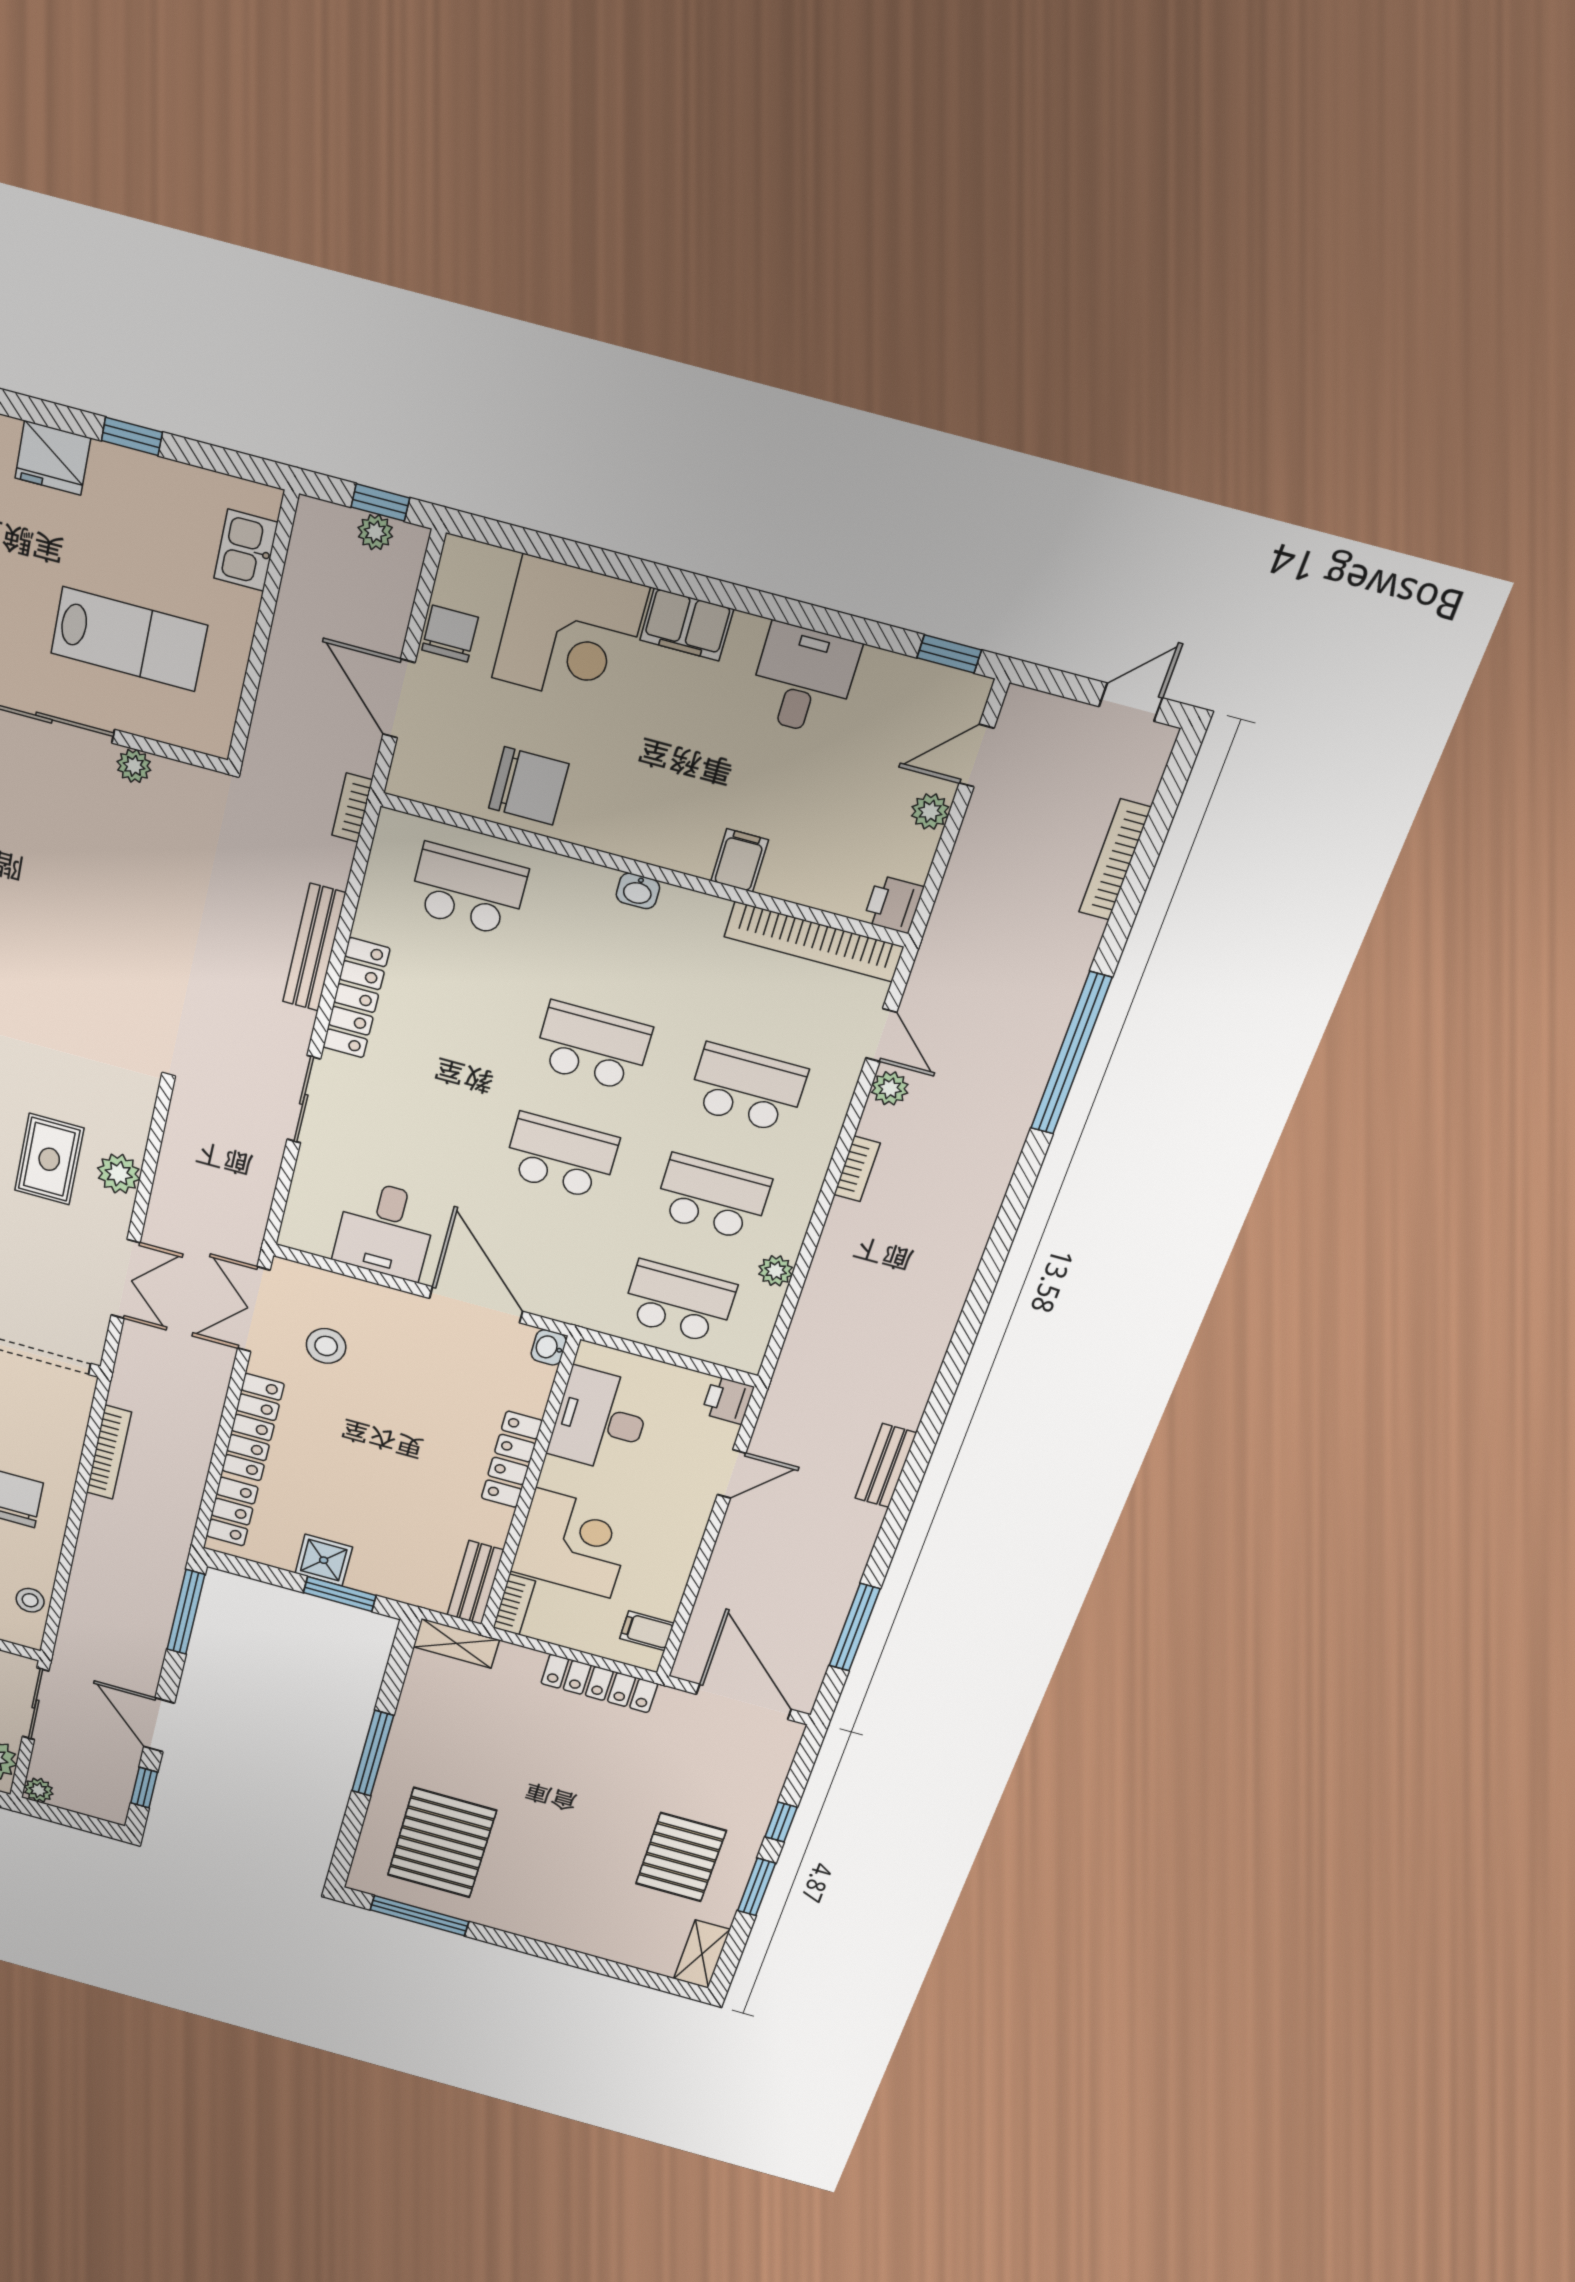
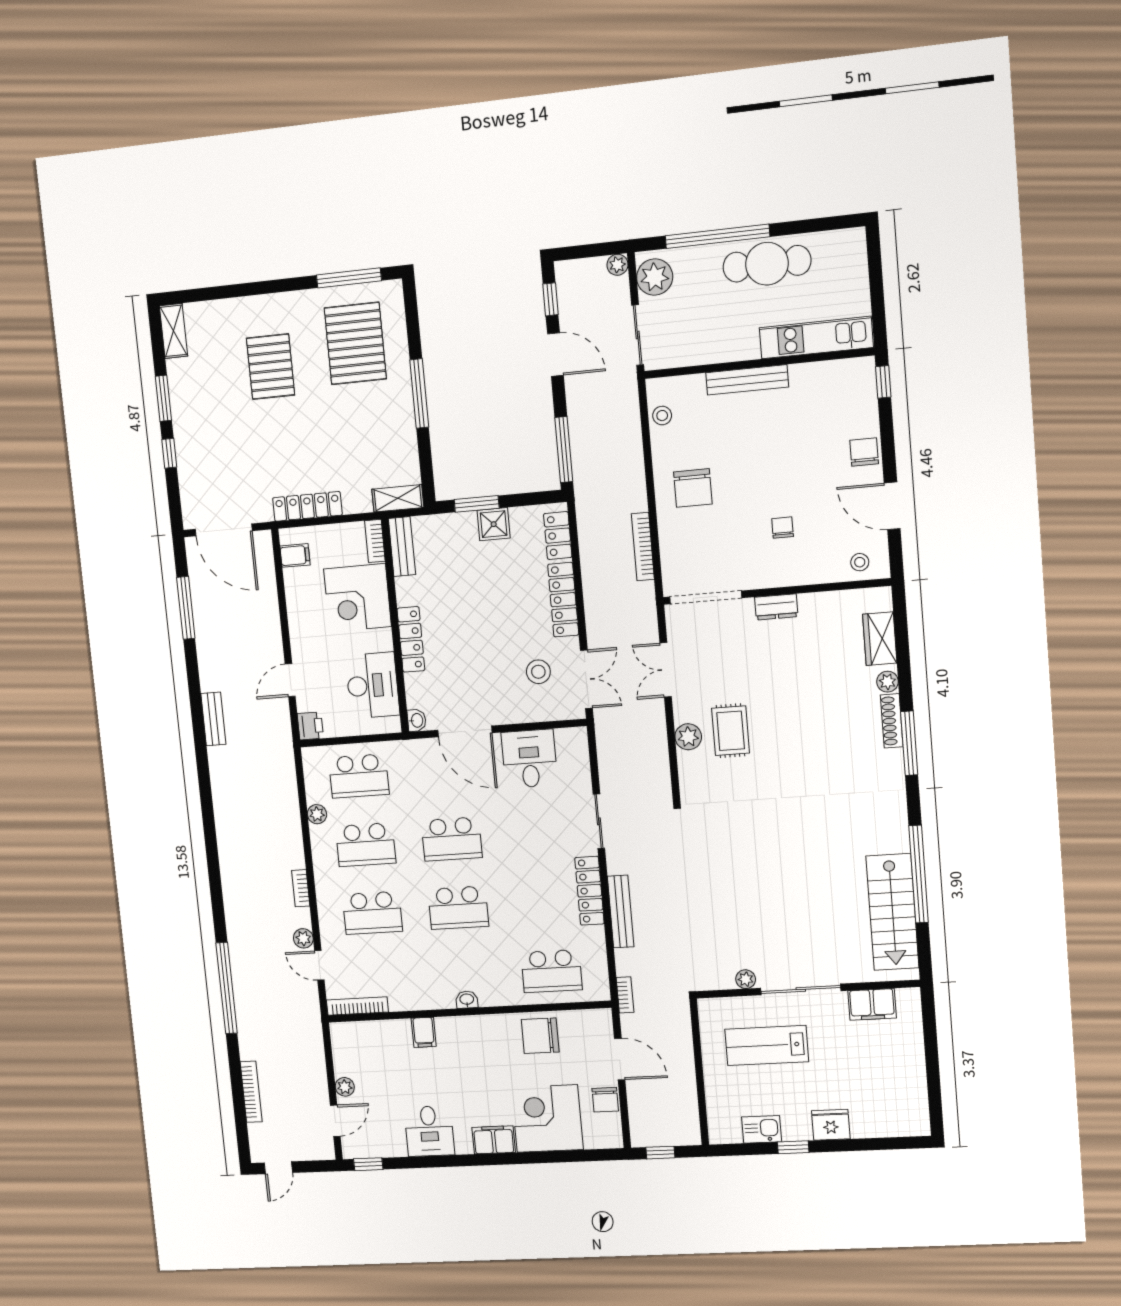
plant: (375, 532) -> (658, 1138), removed
kitchen sink: (246, 550) -> (762, 1129), moved, turned -90
printer: (894, 904) -> (342, 1035), removed
bookcase: (814, 942) -> (357, 1006), width x0.68, depth x0.76
pallet: (681, 1857) -> (271, 367), moved

